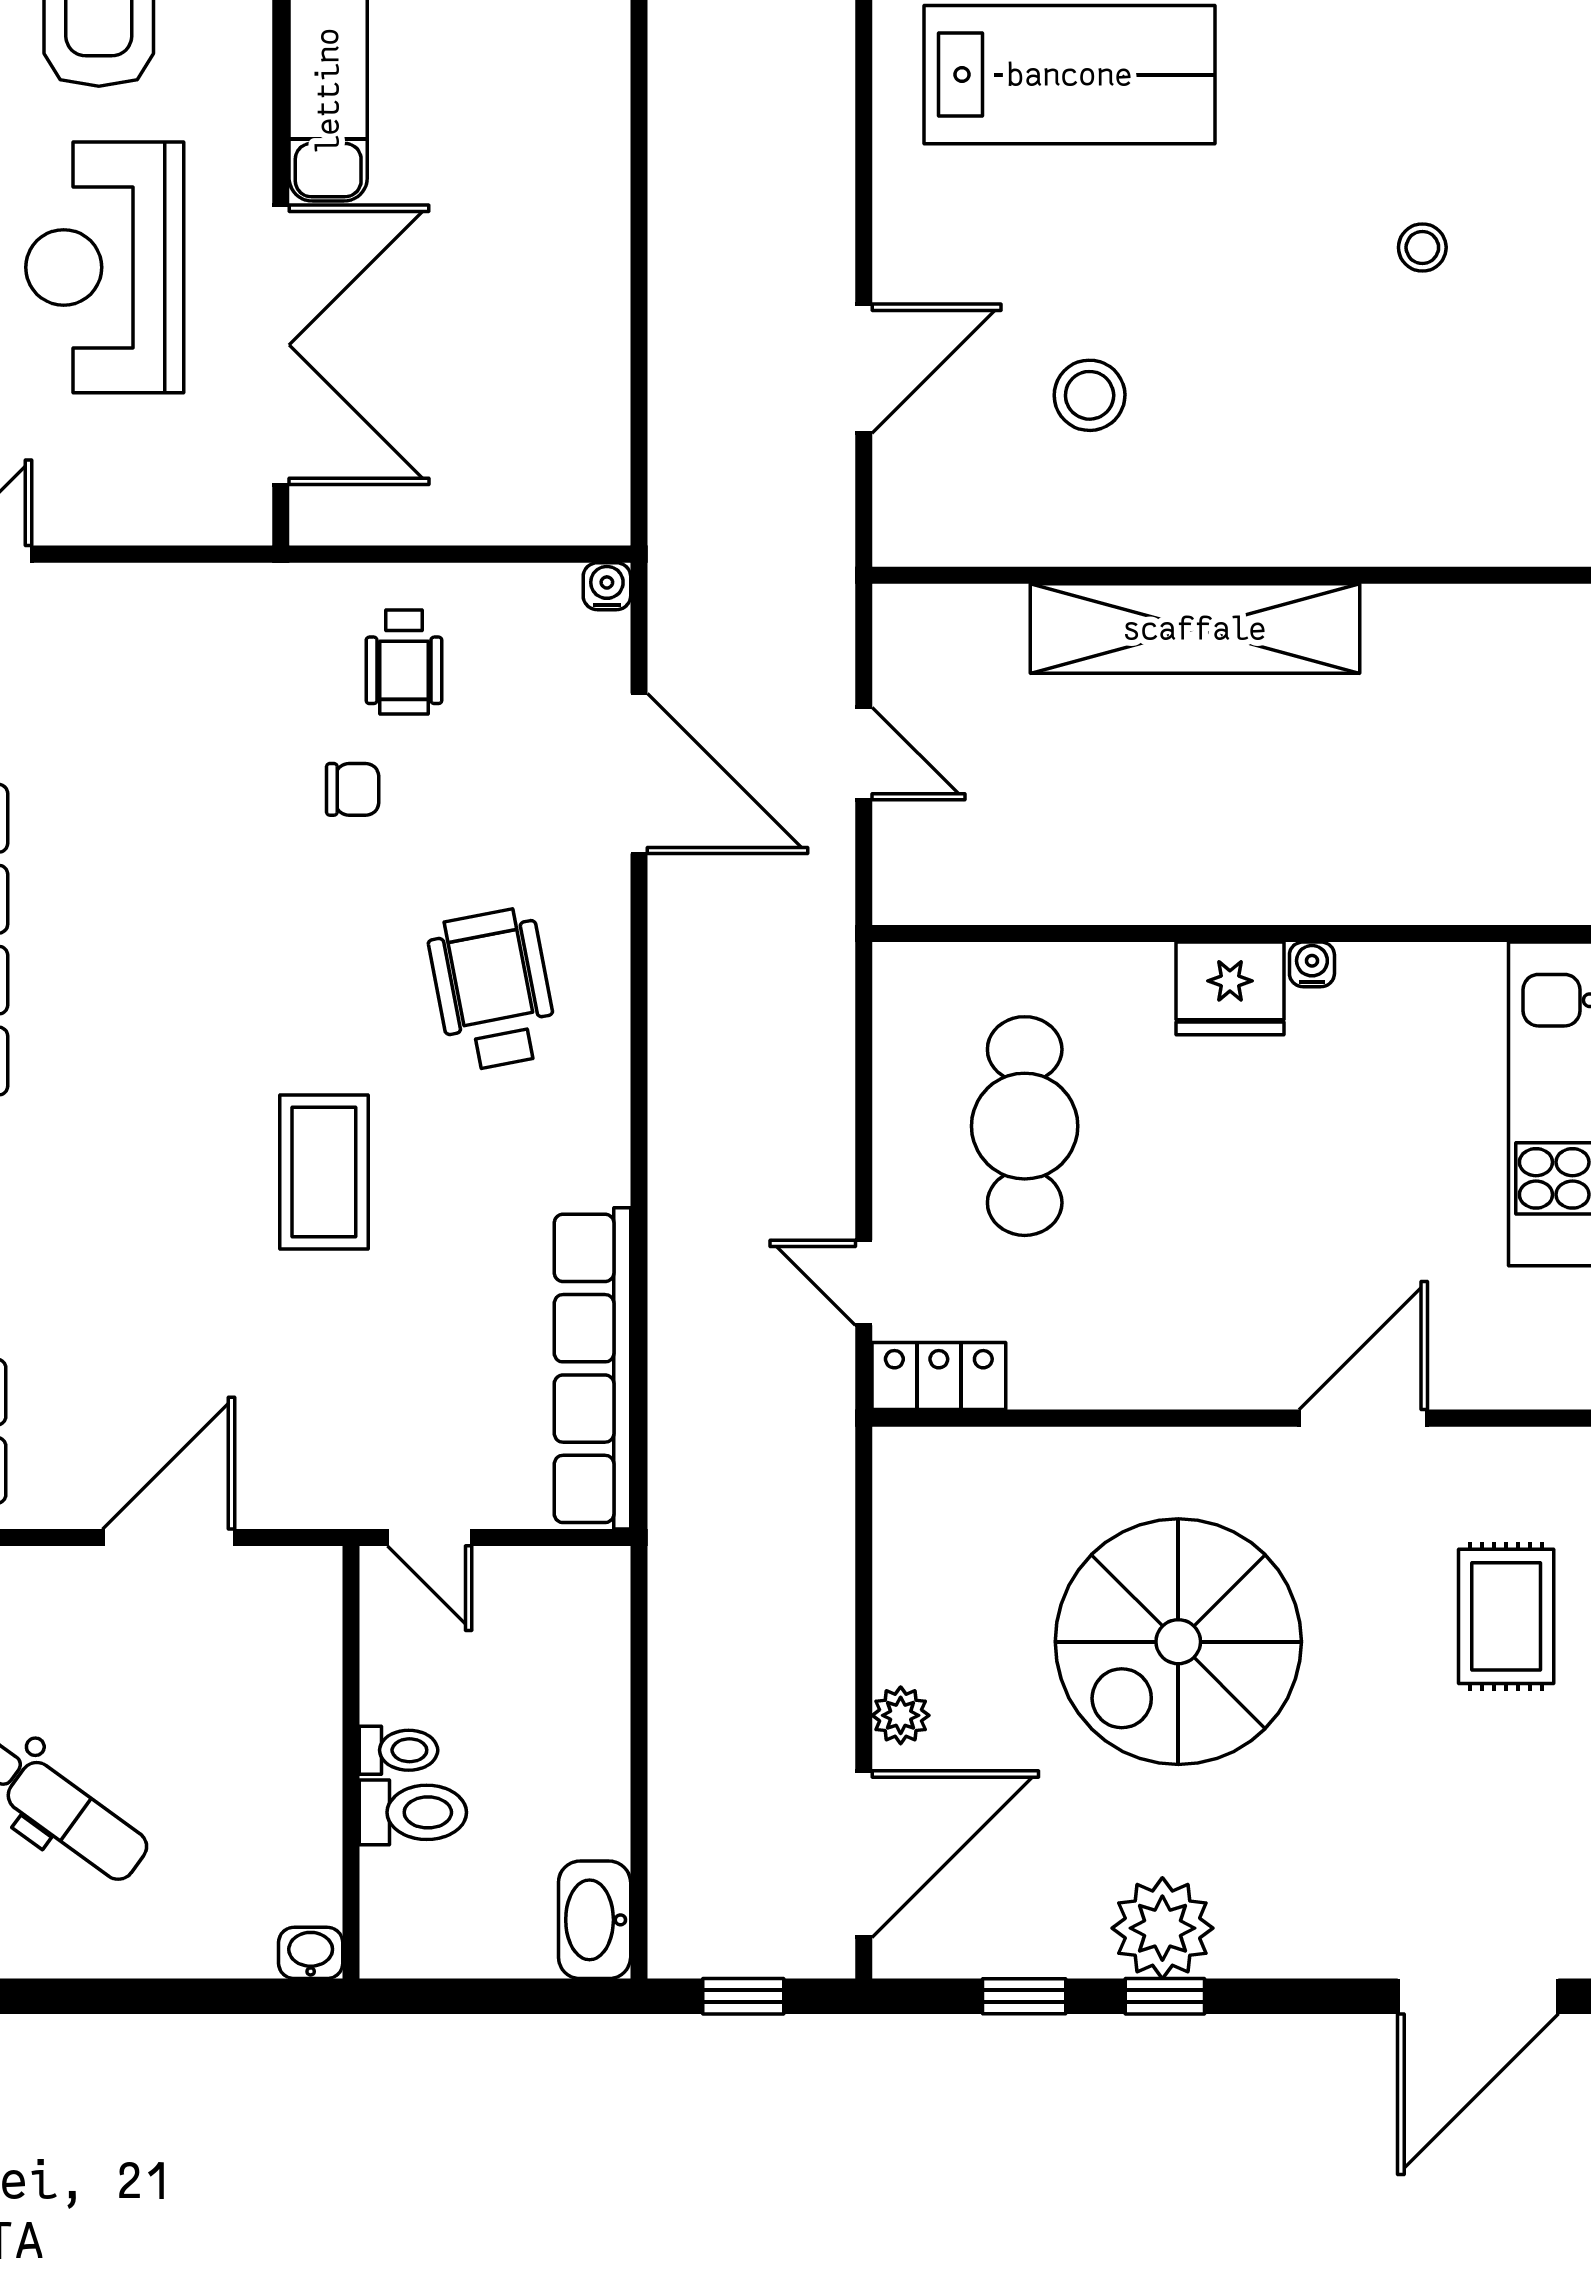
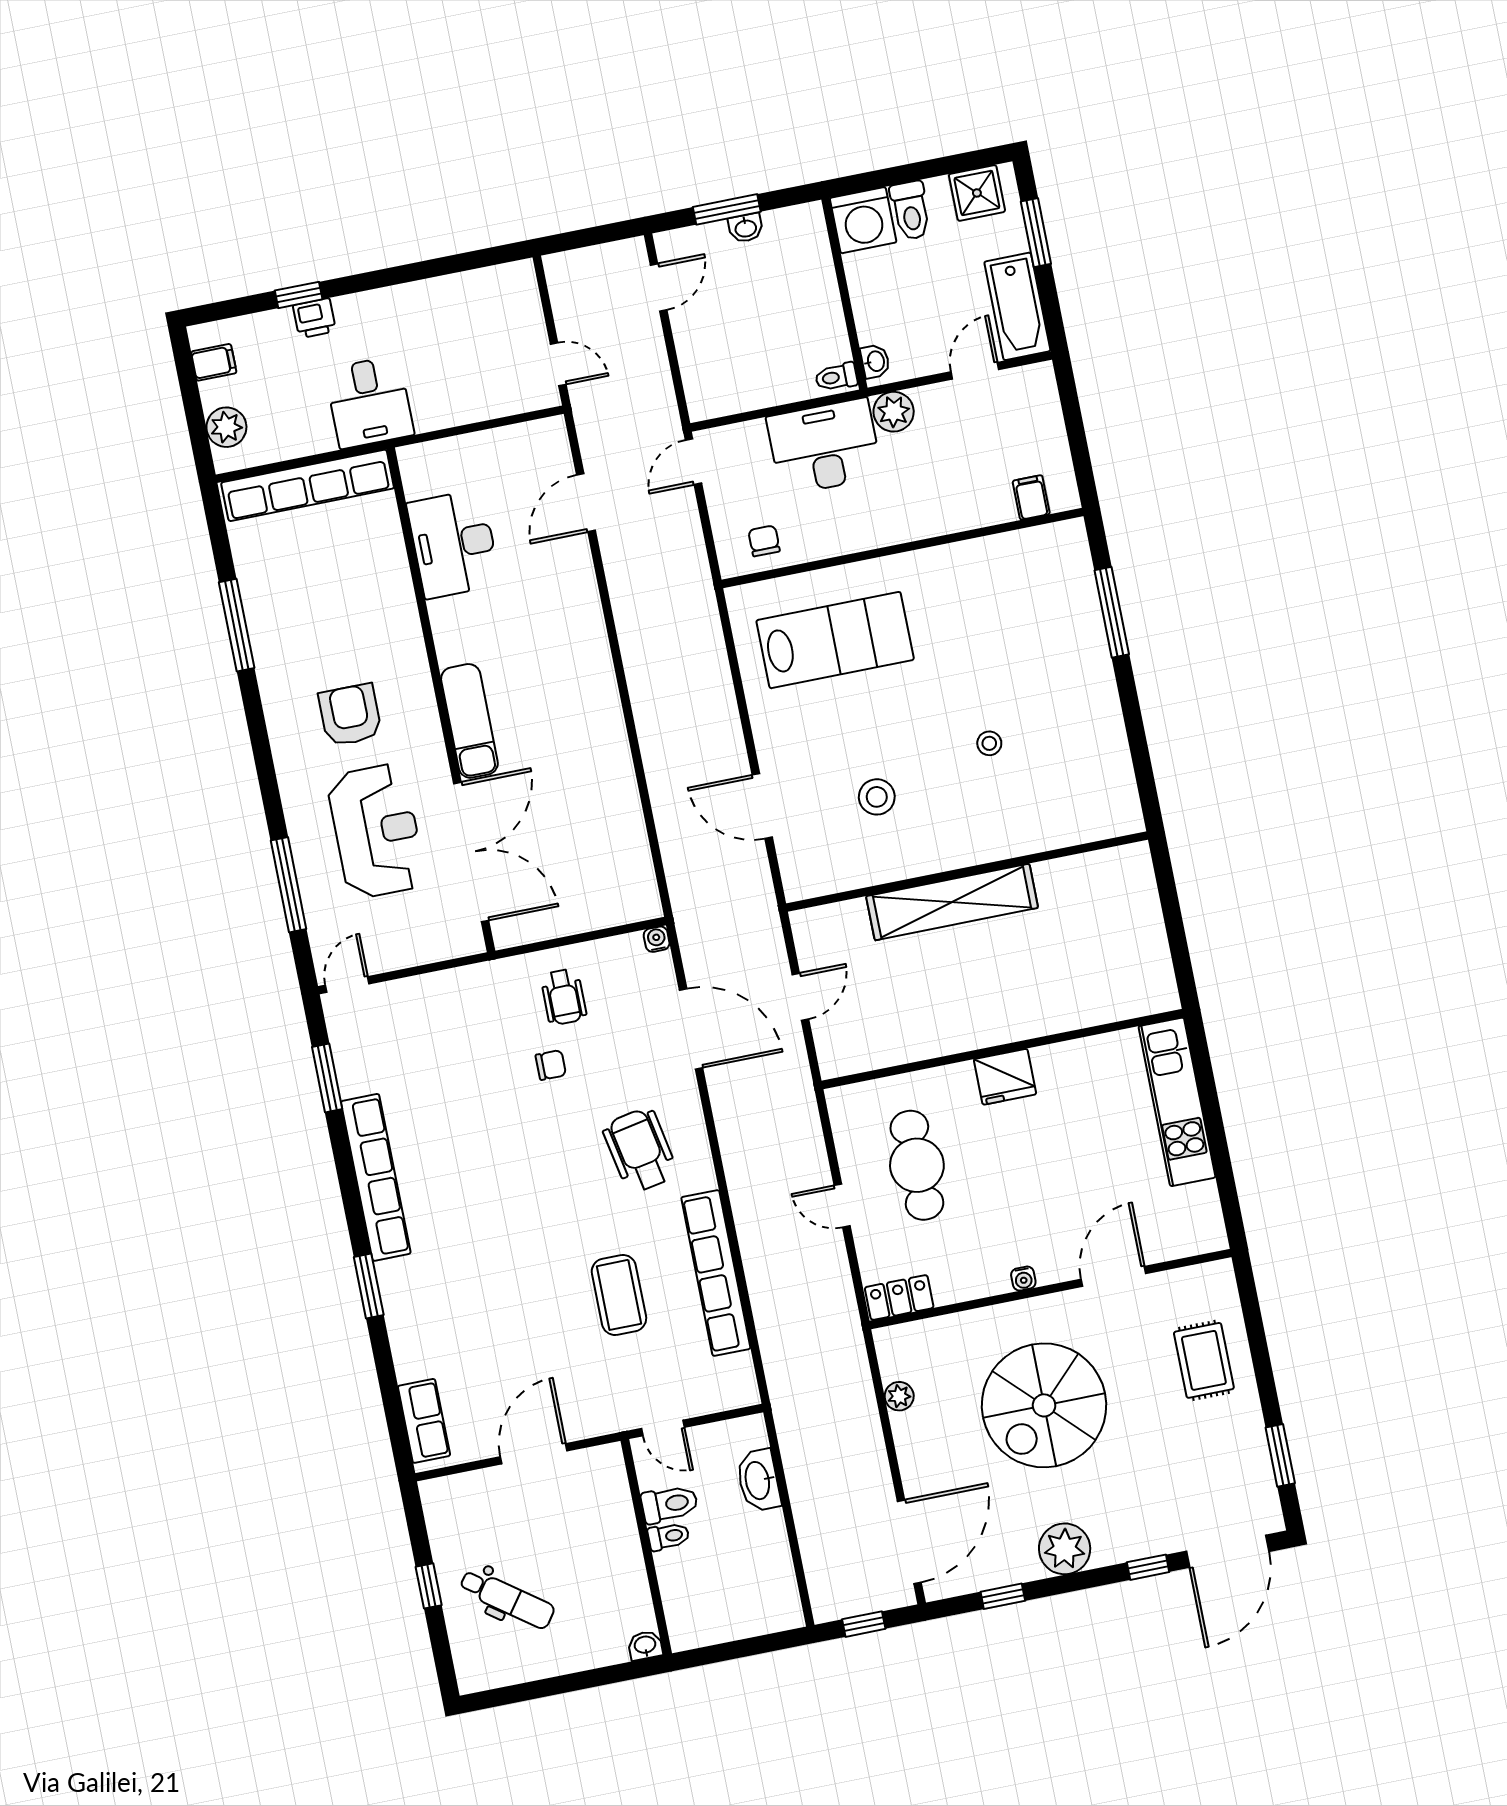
stool: (1422, 247) -> (989, 743), moved
reception desk: (105, 267) -> (376, 831), turned 180
door: (864, 369) -> (762, 806), swing flipped
door: (864, 754) -> (800, 997), hinge flipped
water cooler: (1312, 964) -> (1023, 1279), moved, turned 180
coffee table: (324, 1172) -> (619, 1295), moved
door: (864, 1283) -> (842, 1206), moved
row of seats: (592, 1368) -> (716, 1273), moved
plant: (901, 1715) -> (899, 1396), moved
toilet: (413, 1812) -> (670, 1504), moved
washbasin: (595, 1920) -> (758, 1480), moved
window: (1165, 1996) -> (1148, 1567), moved

